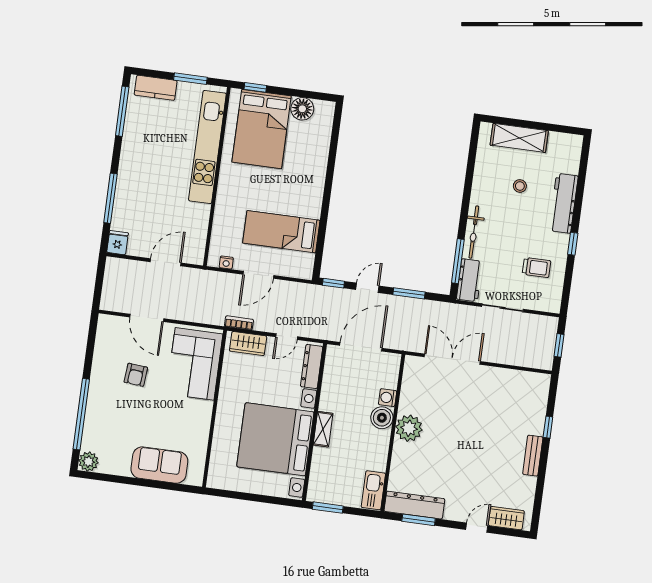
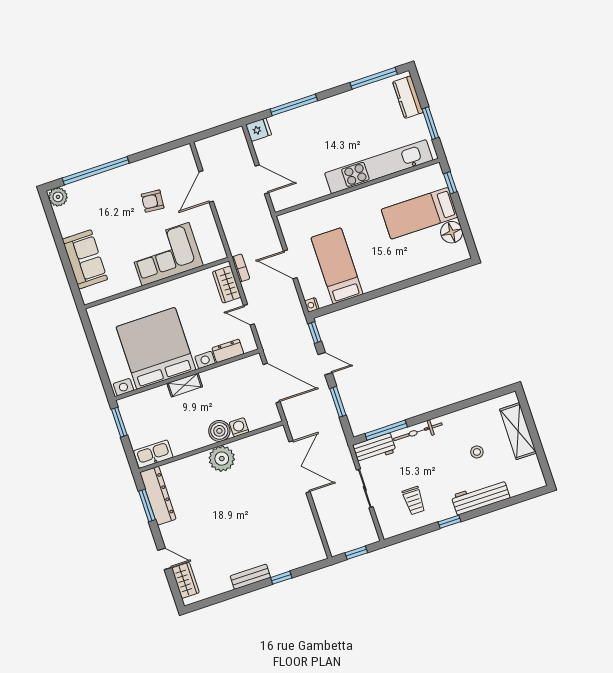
bed: (262, 129) -> (420, 213), width x0.67
nightstand: (226, 263) -> (312, 305), moved
corner sofa: (195, 364) -> (165, 254), moved
dresser: (312, 367) -> (228, 351), width x0.70

